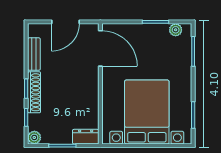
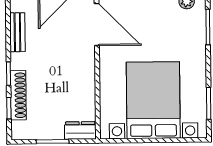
shoe rack: (34, 92) -> (18, 95), moved
plant: (34, 137) -> (19, 132), removed

